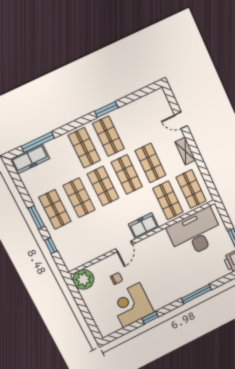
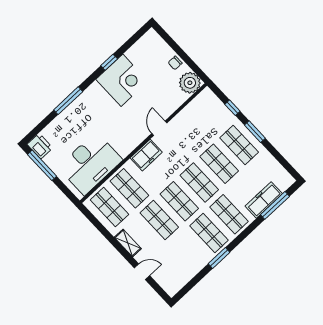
freezer: (30, 159) -> (264, 200), moved
chair: (117, 278) -> (175, 63), moved
corner desk: (131, 305) -> (122, 80), moved

